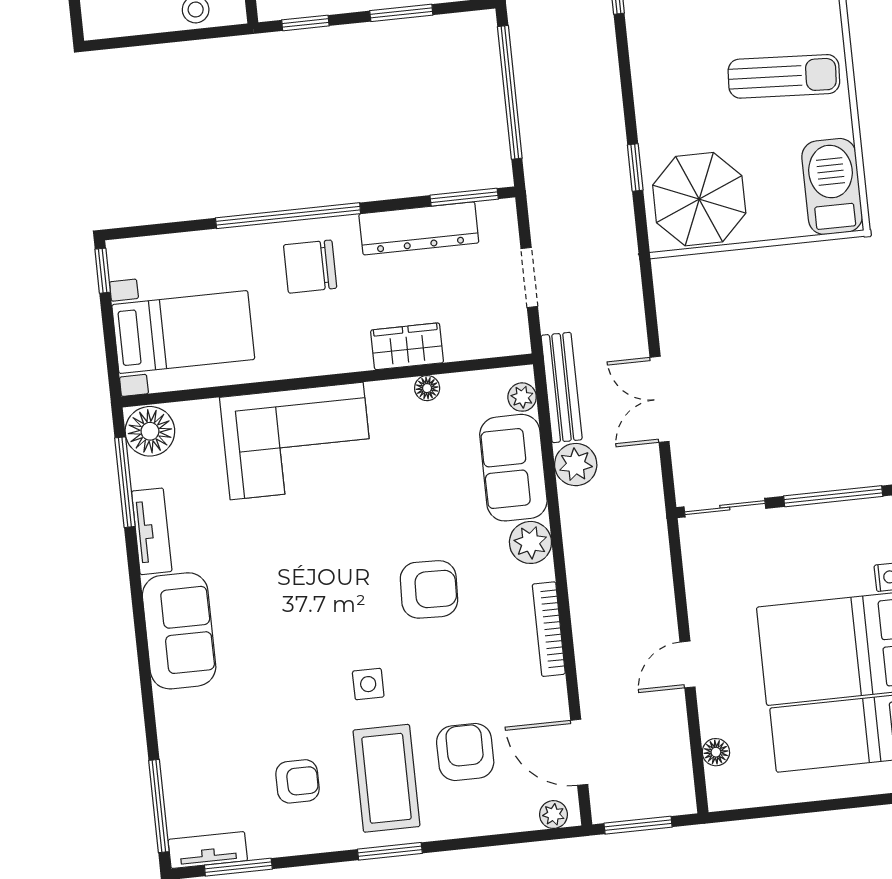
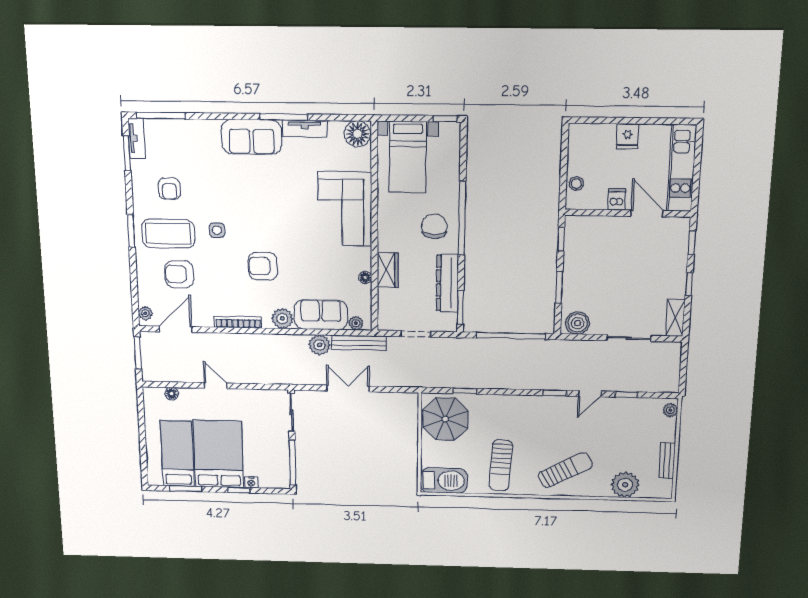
window: (125, 482) -> (284, 117), moved
armchair: (429, 589) -> (263, 266), turned 88
armchair: (465, 752) -> (179, 274), turned 180

